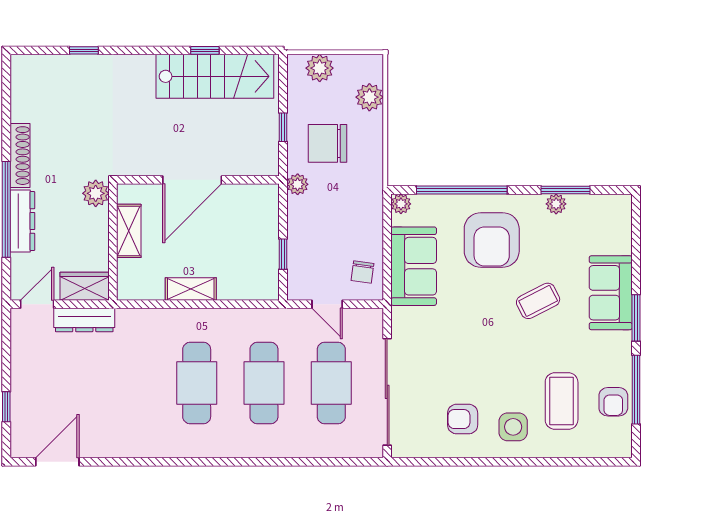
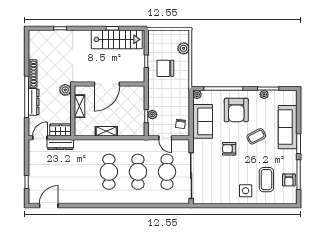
plant: (320, 68) -> (162, 36), removed
plant: (298, 184) -> (152, 115), moved
sofa: (611, 293) -> (288, 127), width x1.36
armchair: (463, 419) -> (229, 149), moved

